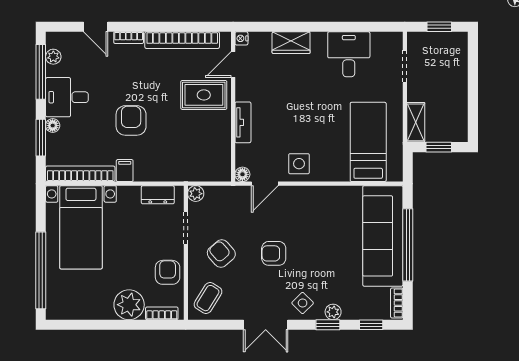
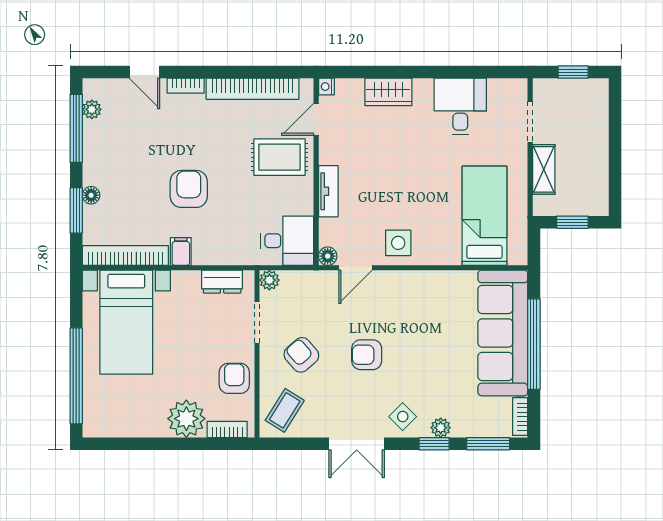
desk: (67, 97) -> (287, 241), moved, turned 180
shelving: (416, 122) -> (544, 169), moved
window: (371, 325) -> (488, 444), width x1.50

